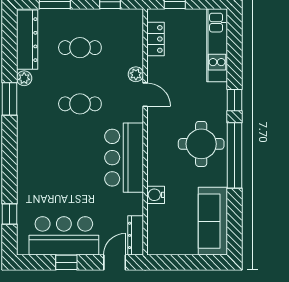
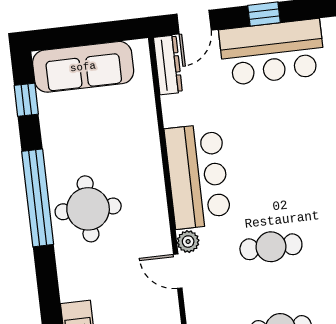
plant: (136, 74) -> (188, 242), moved
window: (235, 100) -> (26, 100), moved
water cooler: (156, 195) -> (146, 127), removed
sofa: (213, 221) -> (83, 67), moved, turned 90

